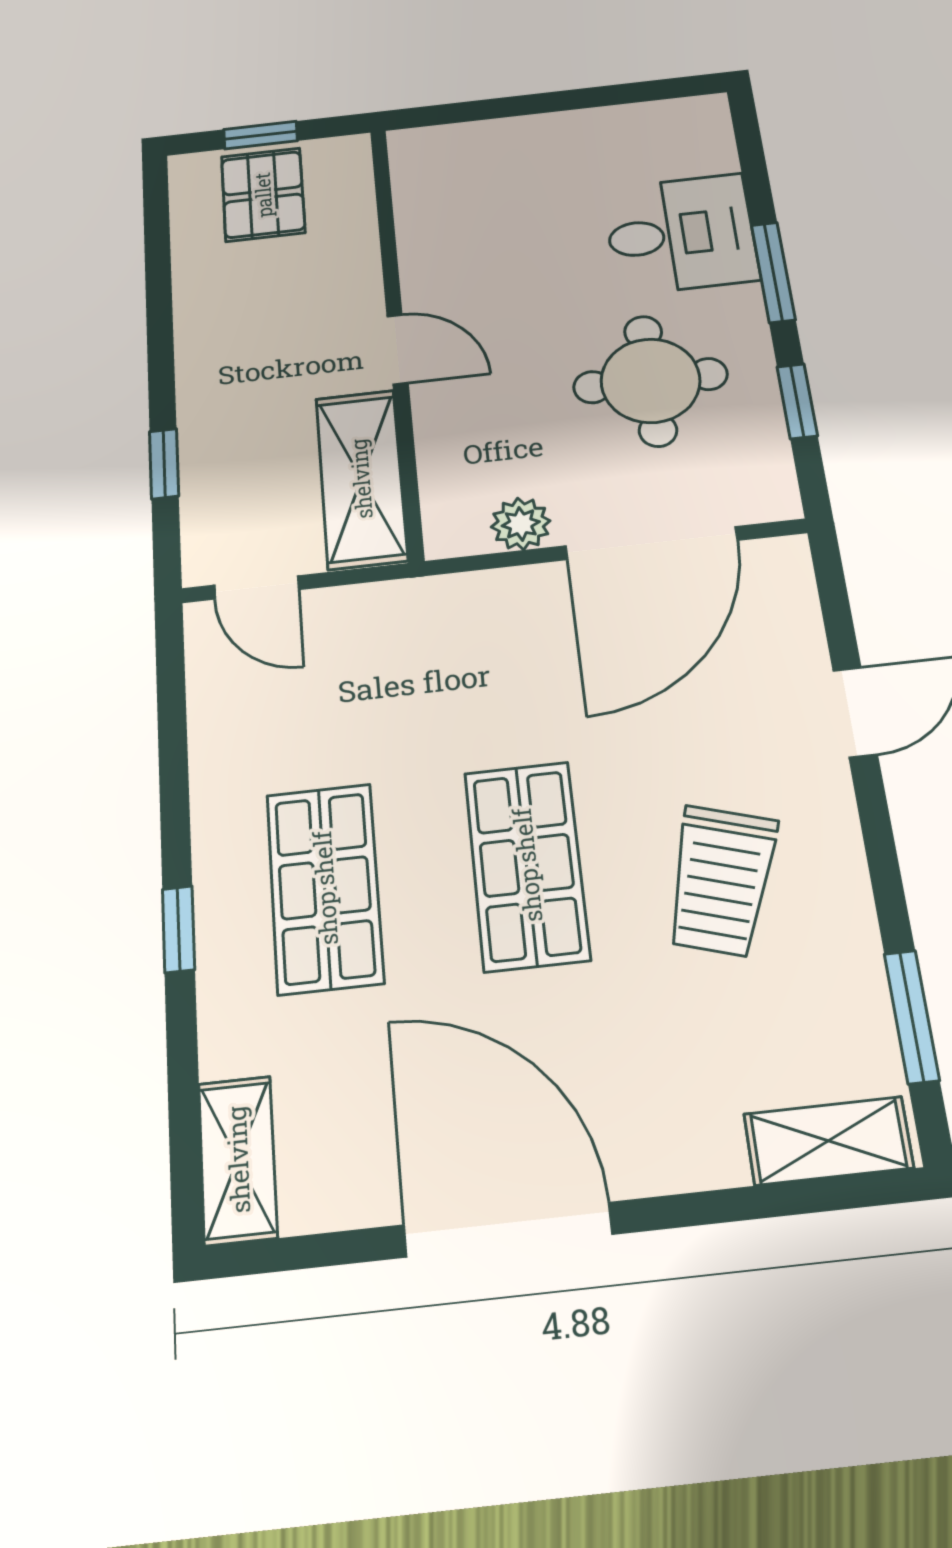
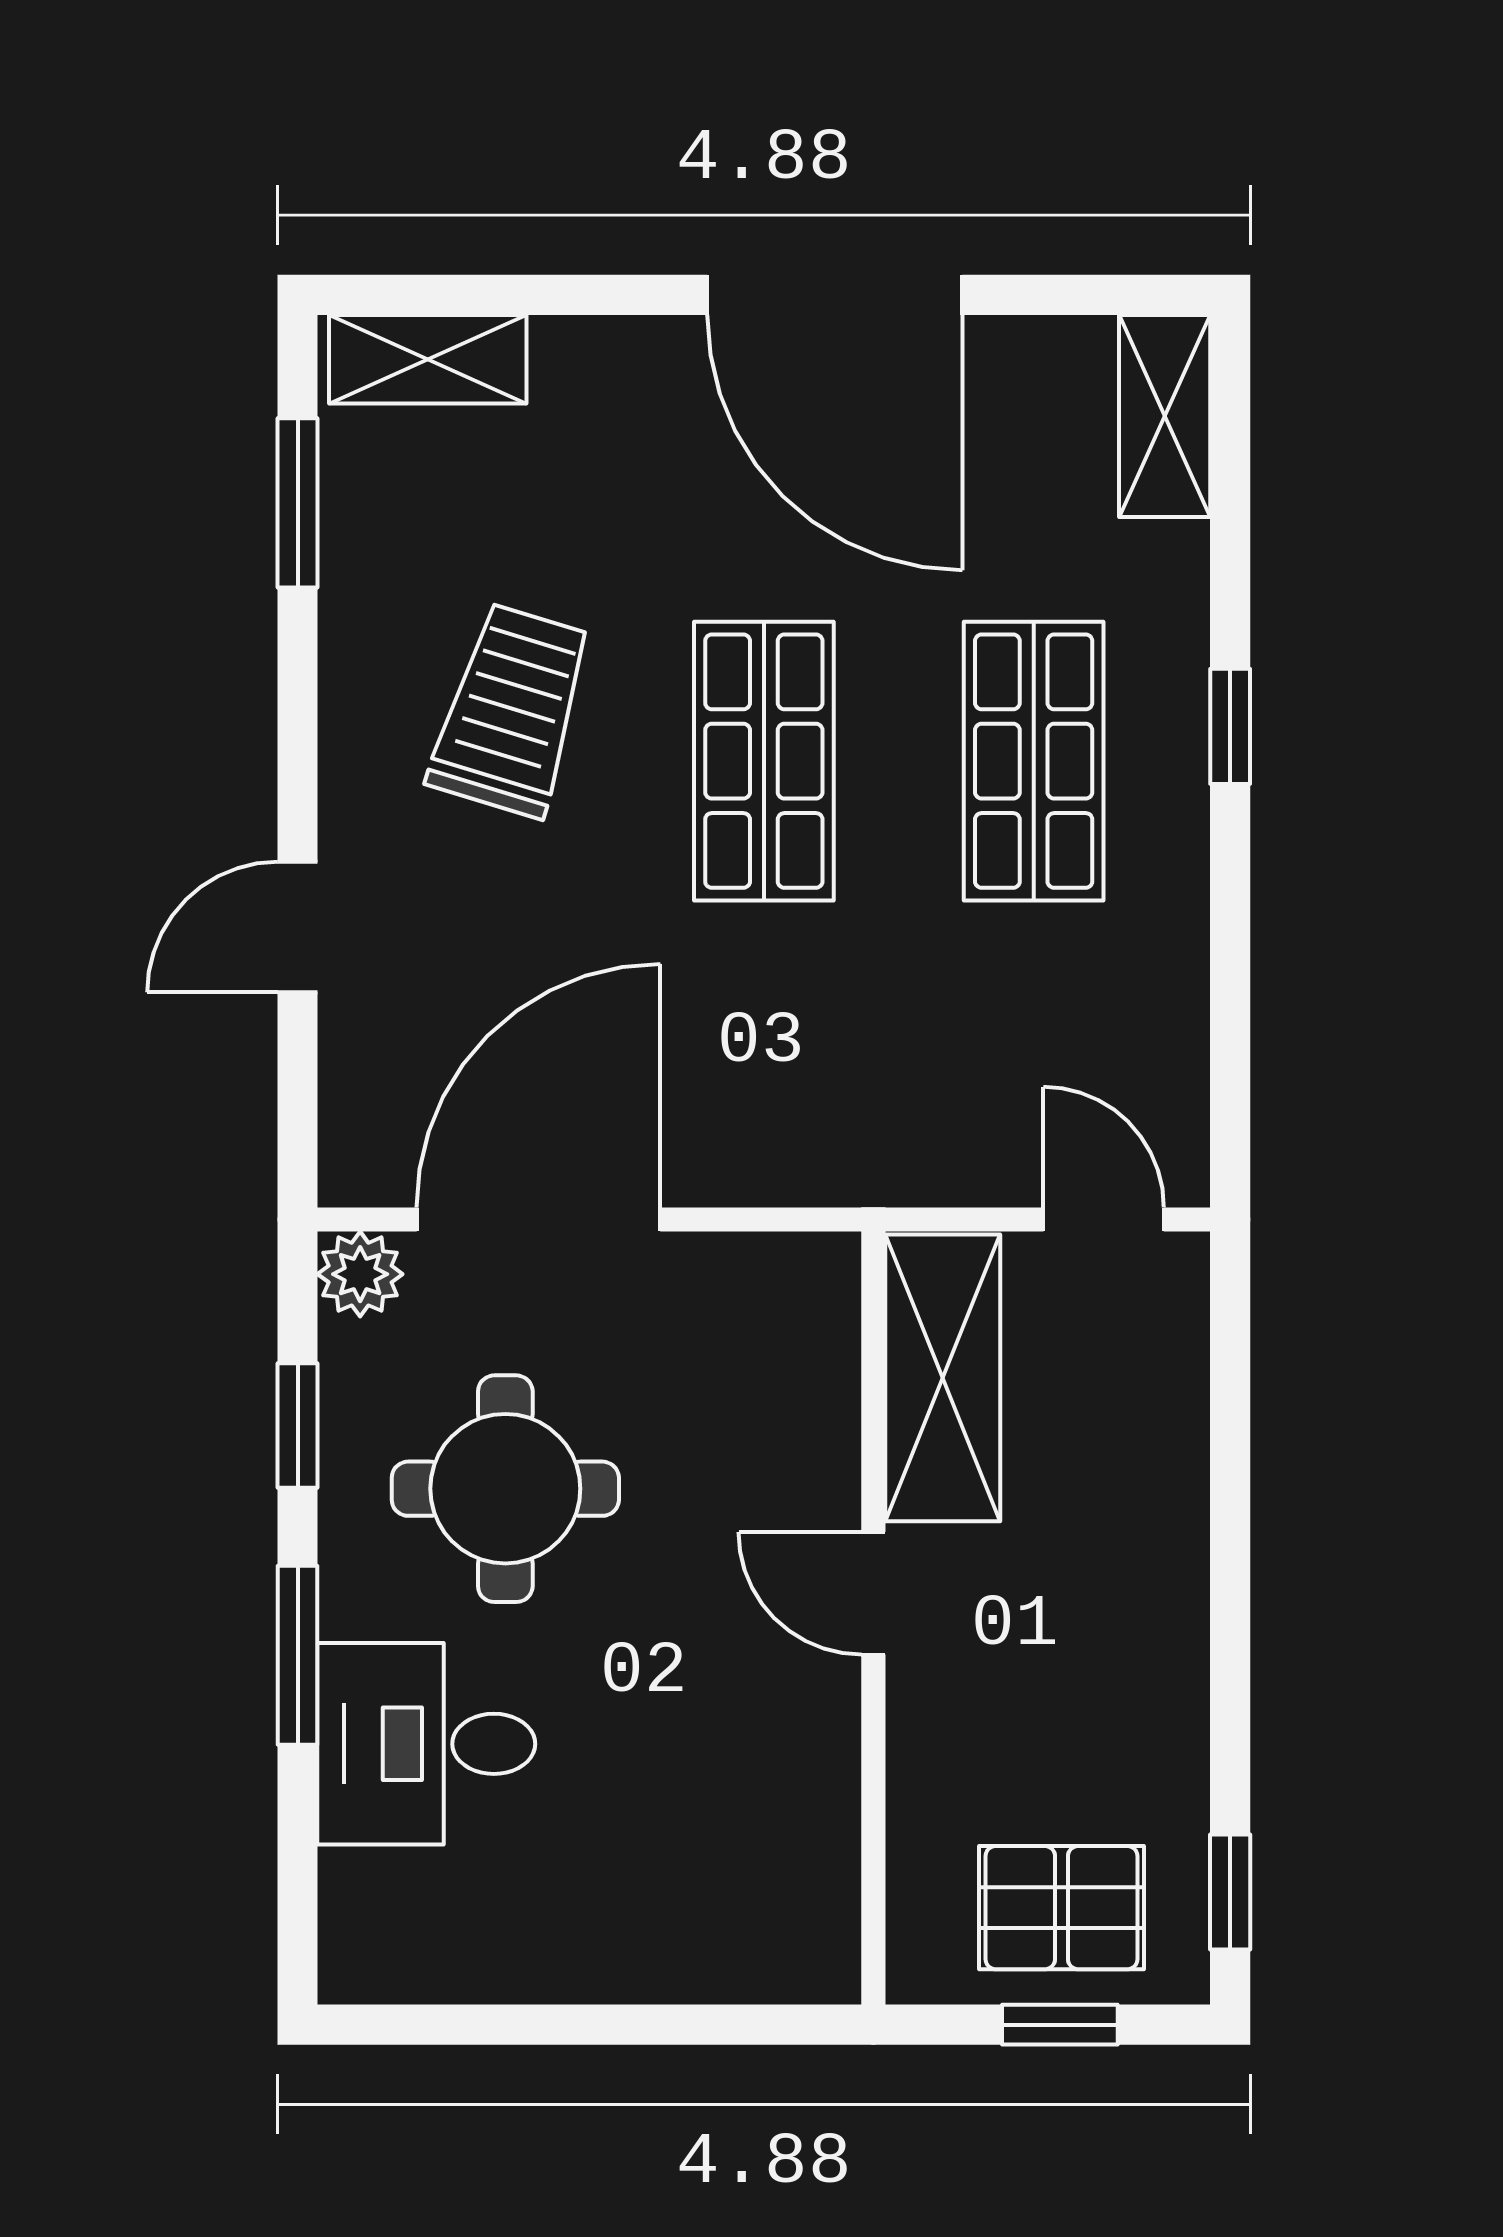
pallet: (263, 195) -> (1061, 1908), turned 90
window: (164, 464) -> (1230, 1892), moved
plant: (521, 524) -> (360, 1274), moved

